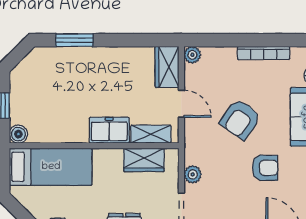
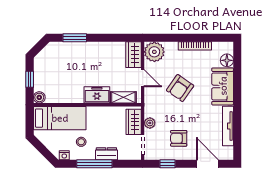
plant: (192, 55) -> (154, 52), width x1.88, depth x1.88
wardrobe: (144, 160) -> (134, 122), moved, turned 90
armchair: (265, 168) -> (179, 138), moved, turned 180
stool: (84, 204) -> (81, 142), added

